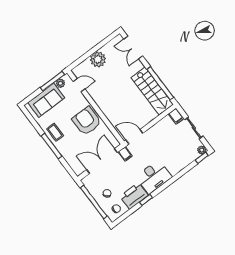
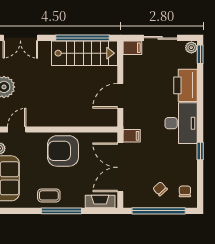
door: (134, 137) -> (120, 96), moved
fireplace: (74, 164) -> (100, 202), added
printer: (134, 196) -> (185, 85), moved

